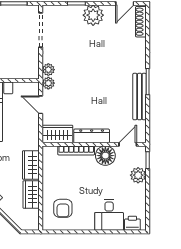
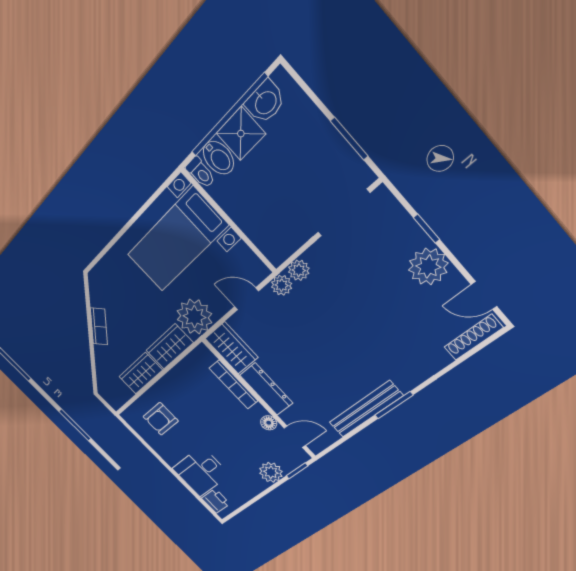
door: (41, 105) -> (247, 299), hinge flipped
plant: (28, 138) -> (194, 317), added
floor lamp: (105, 156) -> (269, 423), width x0.53, depth x0.53

